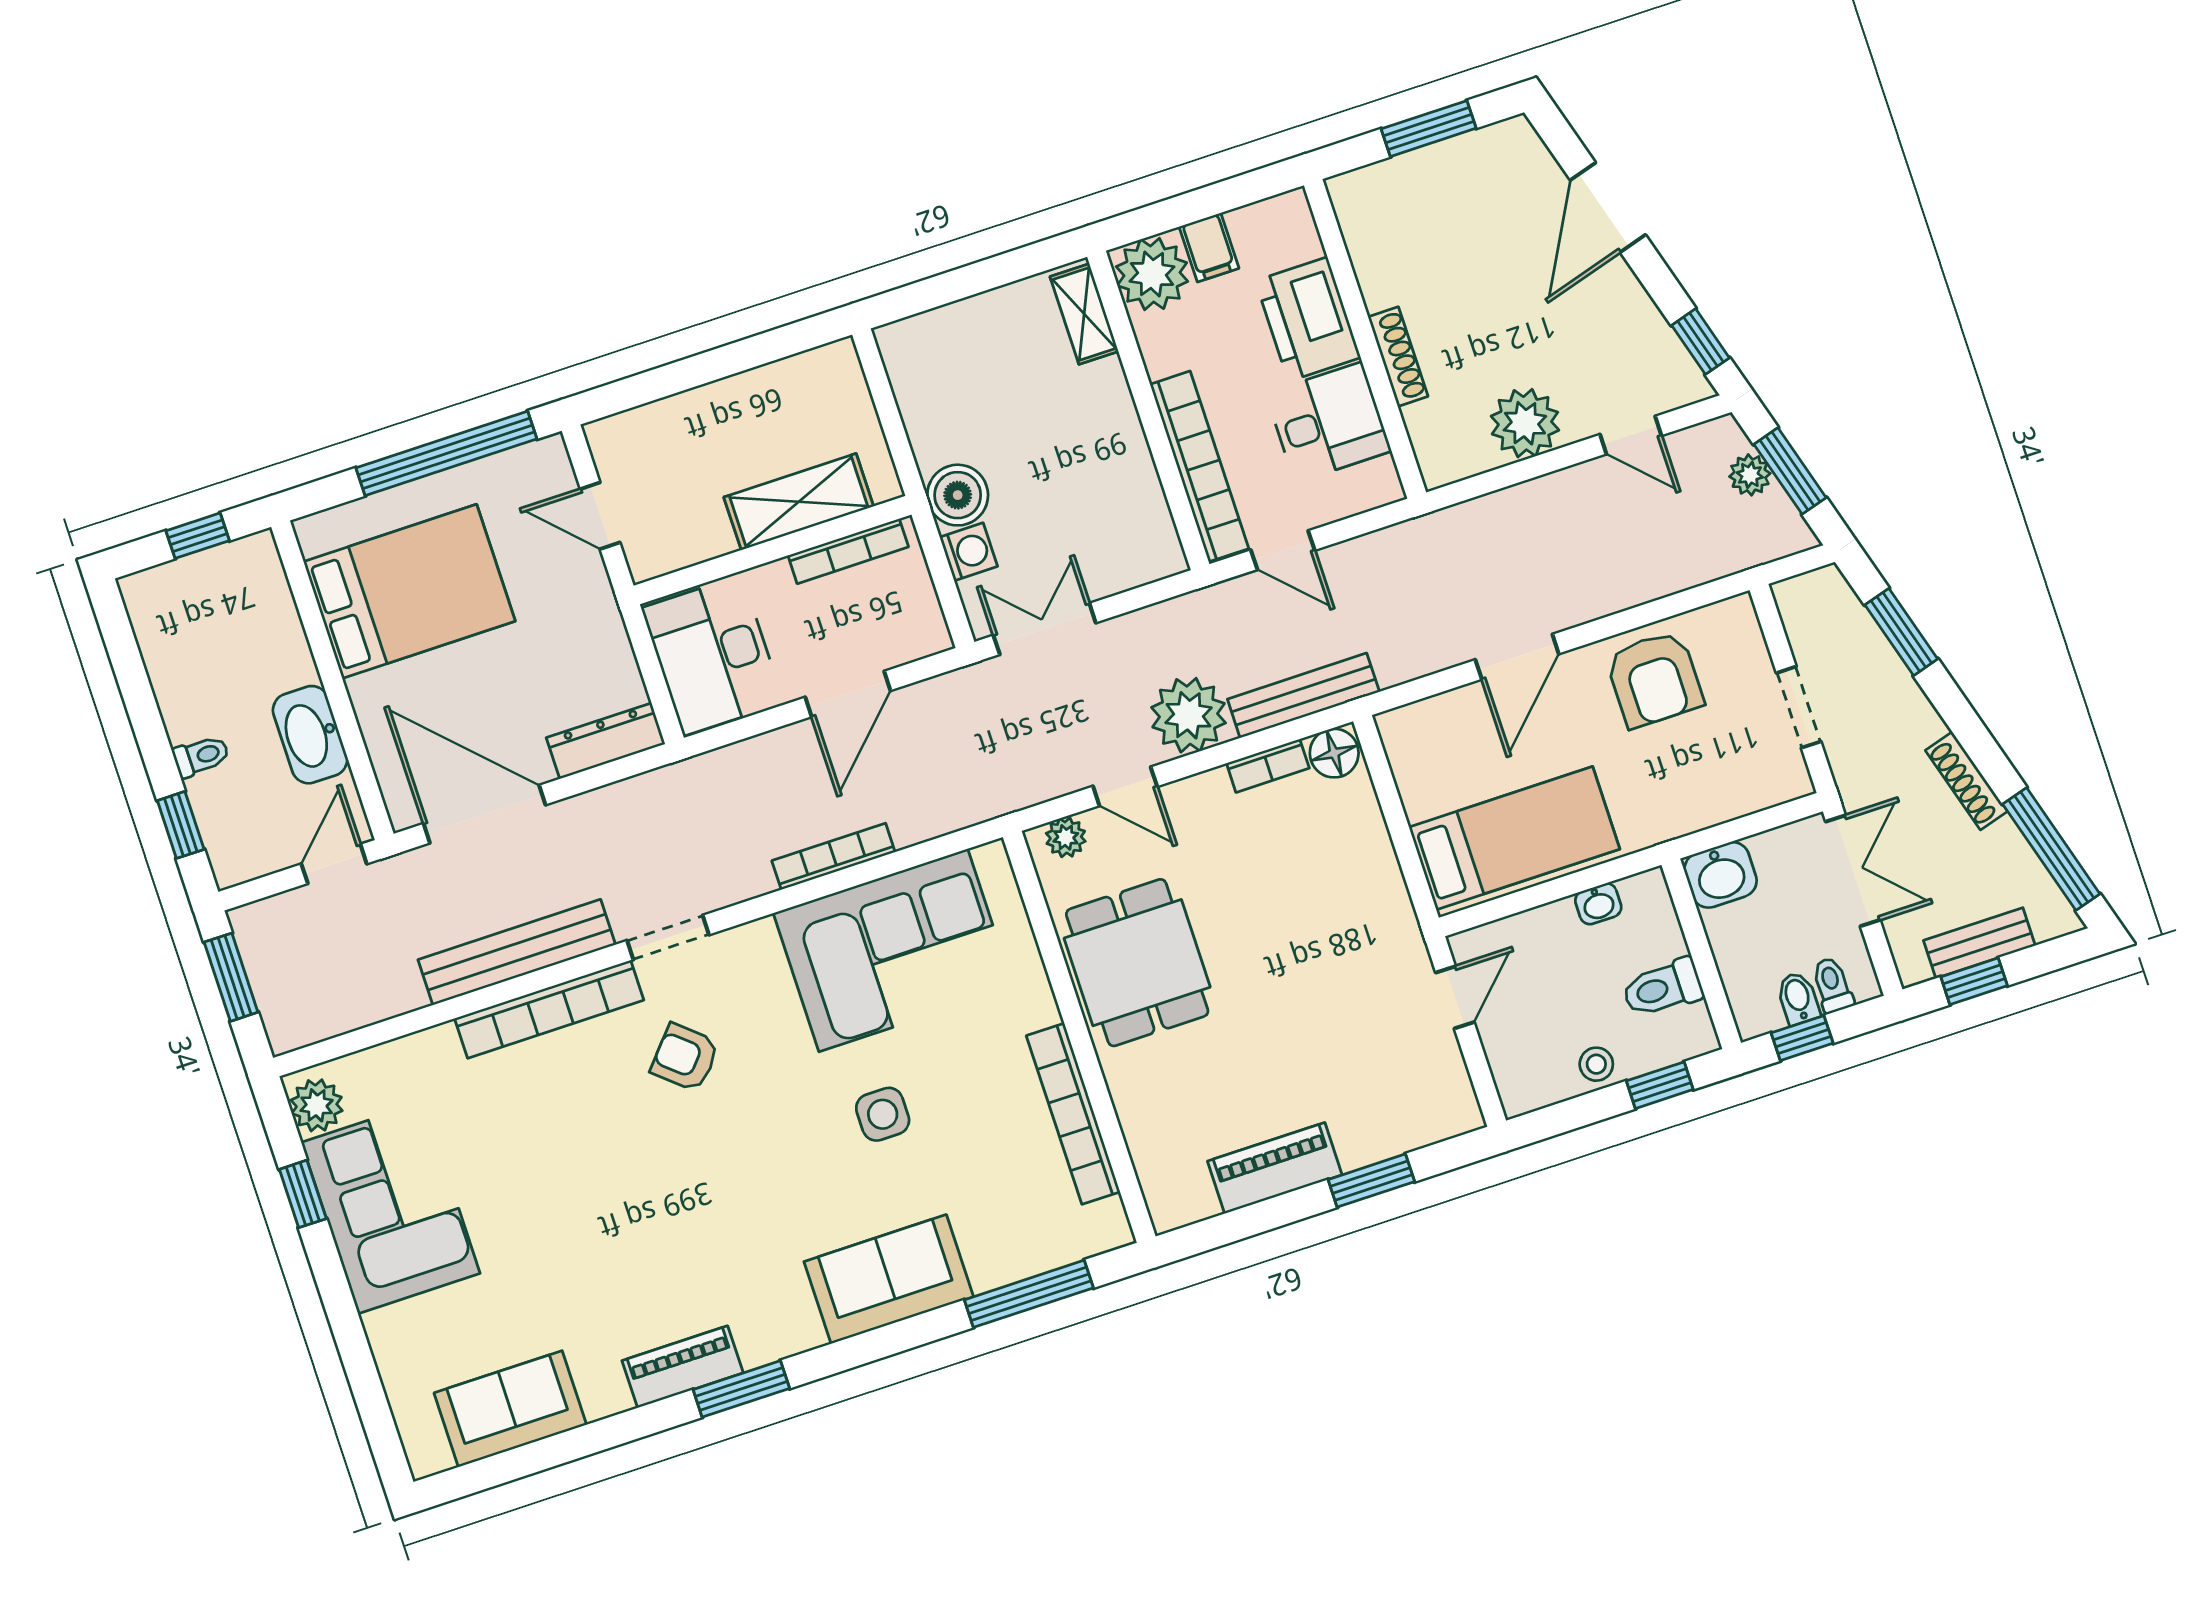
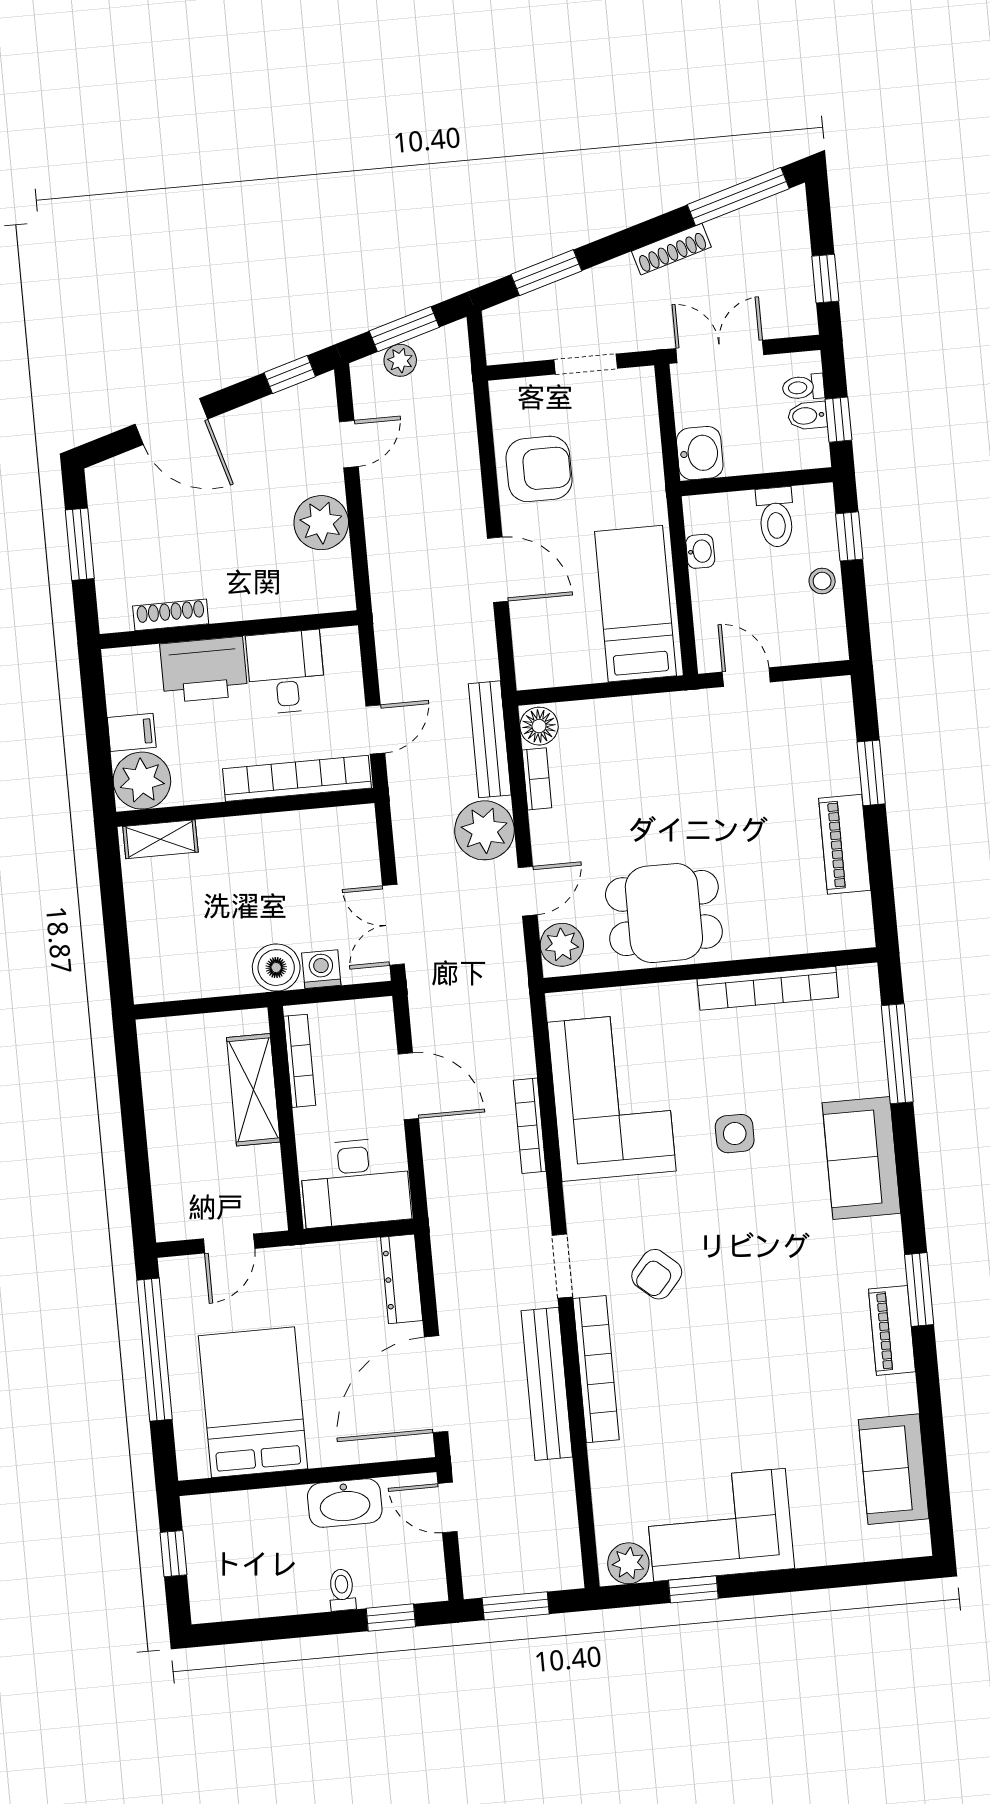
shoe rack: (1398, 357) -> (171, 615), moved
plant: (1066, 837) -> (562, 945), width x1.38, depth x1.38
bench: (1979, 943) -> (797, 268), removed

